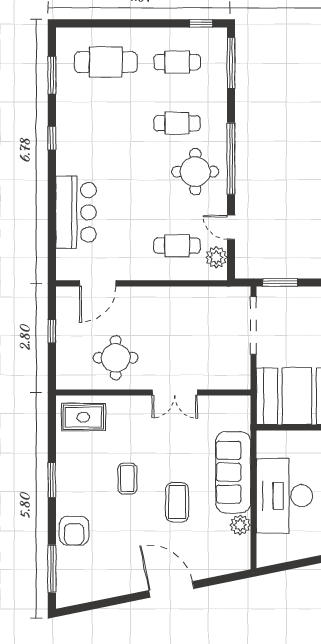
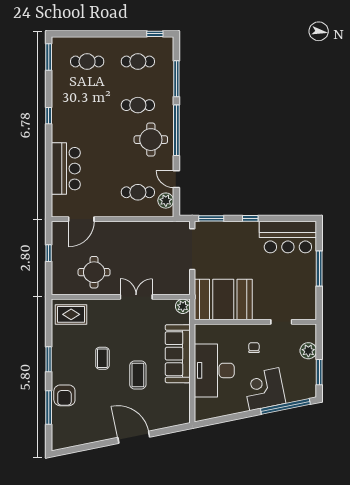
cafe table: (106, 62) -> (87, 61), width x0.73, depth x0.74
window: (231, 63) -> (176, 79), moved
window: (52, 75) -> (49, 57), moved
double door: (175, 392) -> (136, 297), swing flipped
plant: (240, 525) -> (183, 306), moved
window: (52, 569) -> (49, 408), moved

